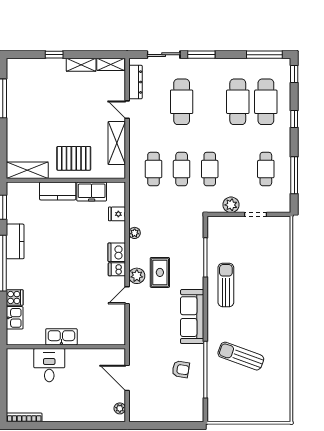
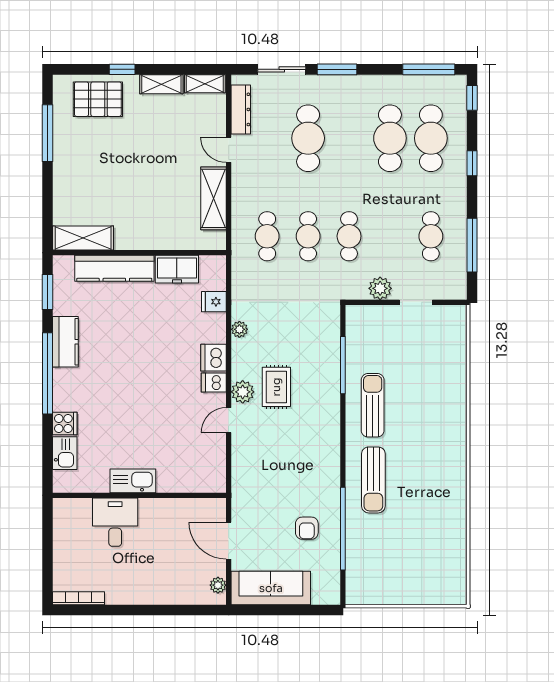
pallet: (74, 158) -> (98, 99), moved
kitchen counter: (58, 191) -> (114, 268), width x1.50
sofa: (192, 317) -> (271, 588), moved, turned 90
sun lounger: (241, 356) -> (373, 480), moved, turned -110
armchair: (181, 369) -> (307, 528), turned 81

